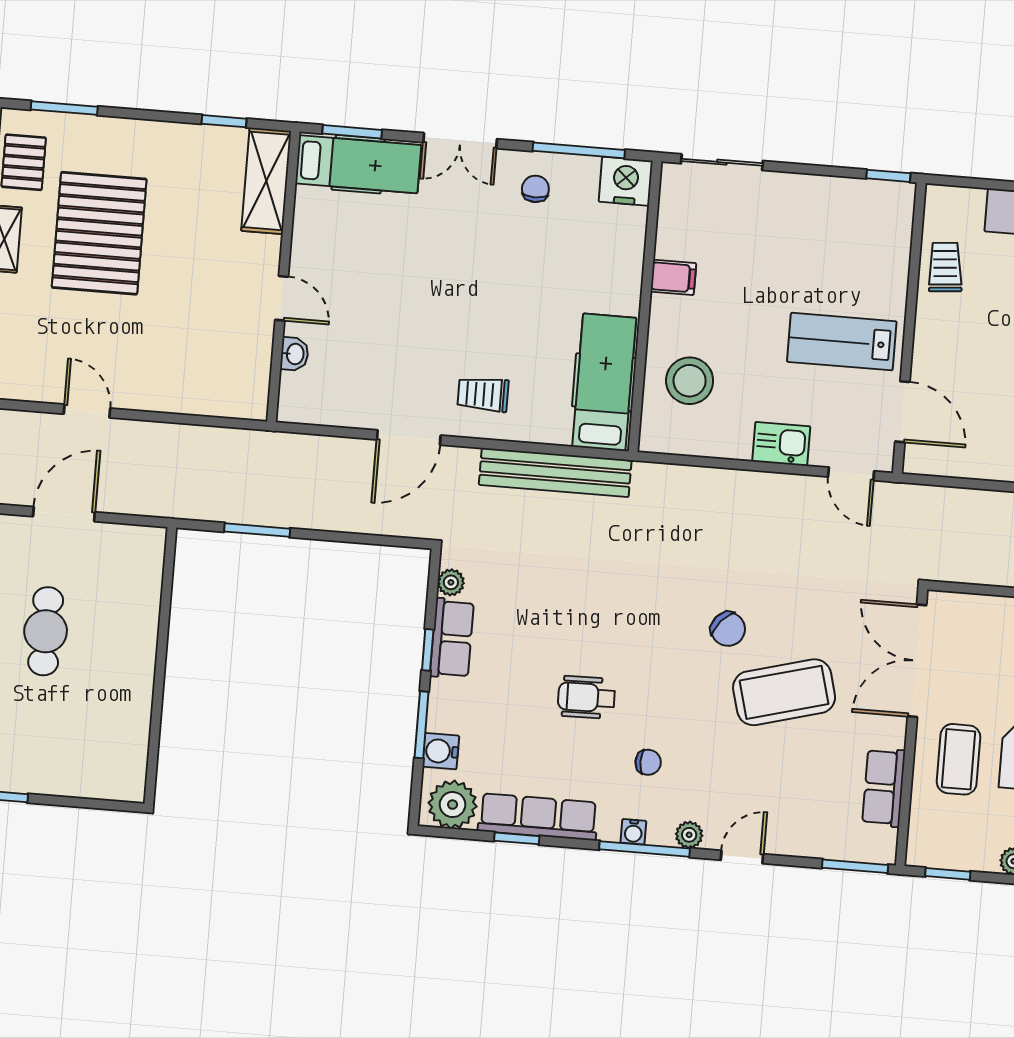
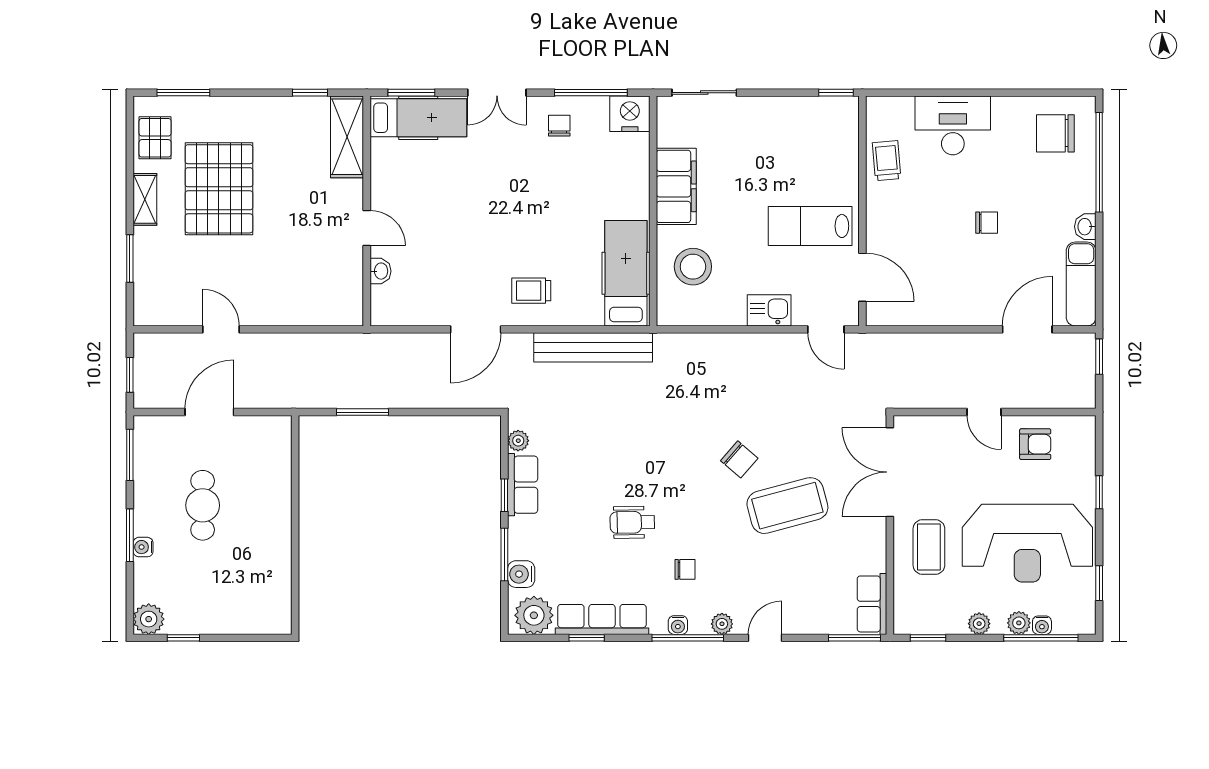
filing cabinet: (673, 277) -> (676, 186), width x3.00, depth x1.17
row of seats: (884, 787) -> (872, 604), moved

